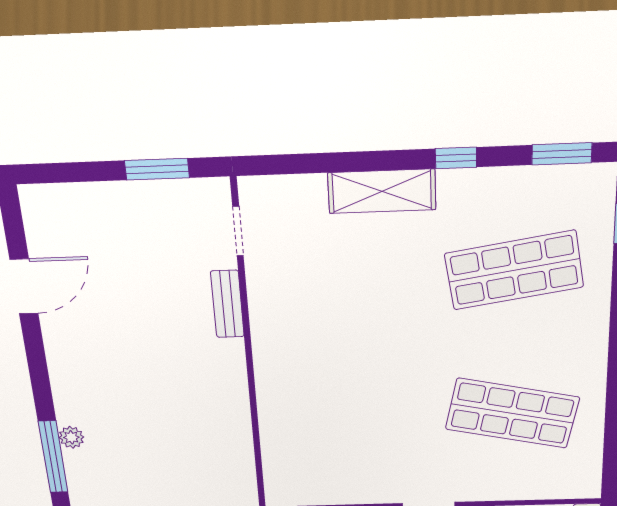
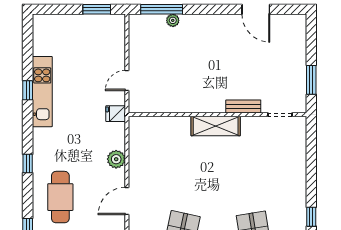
shelving: (382, 191) -> (216, 126), moved, turned 90

